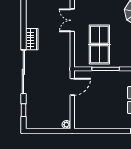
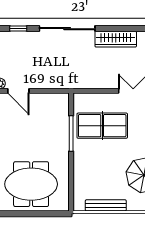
wardrobe: (32, 39) -> (116, 39), width x1.50
door: (72, 87) -> (18, 91), moved

